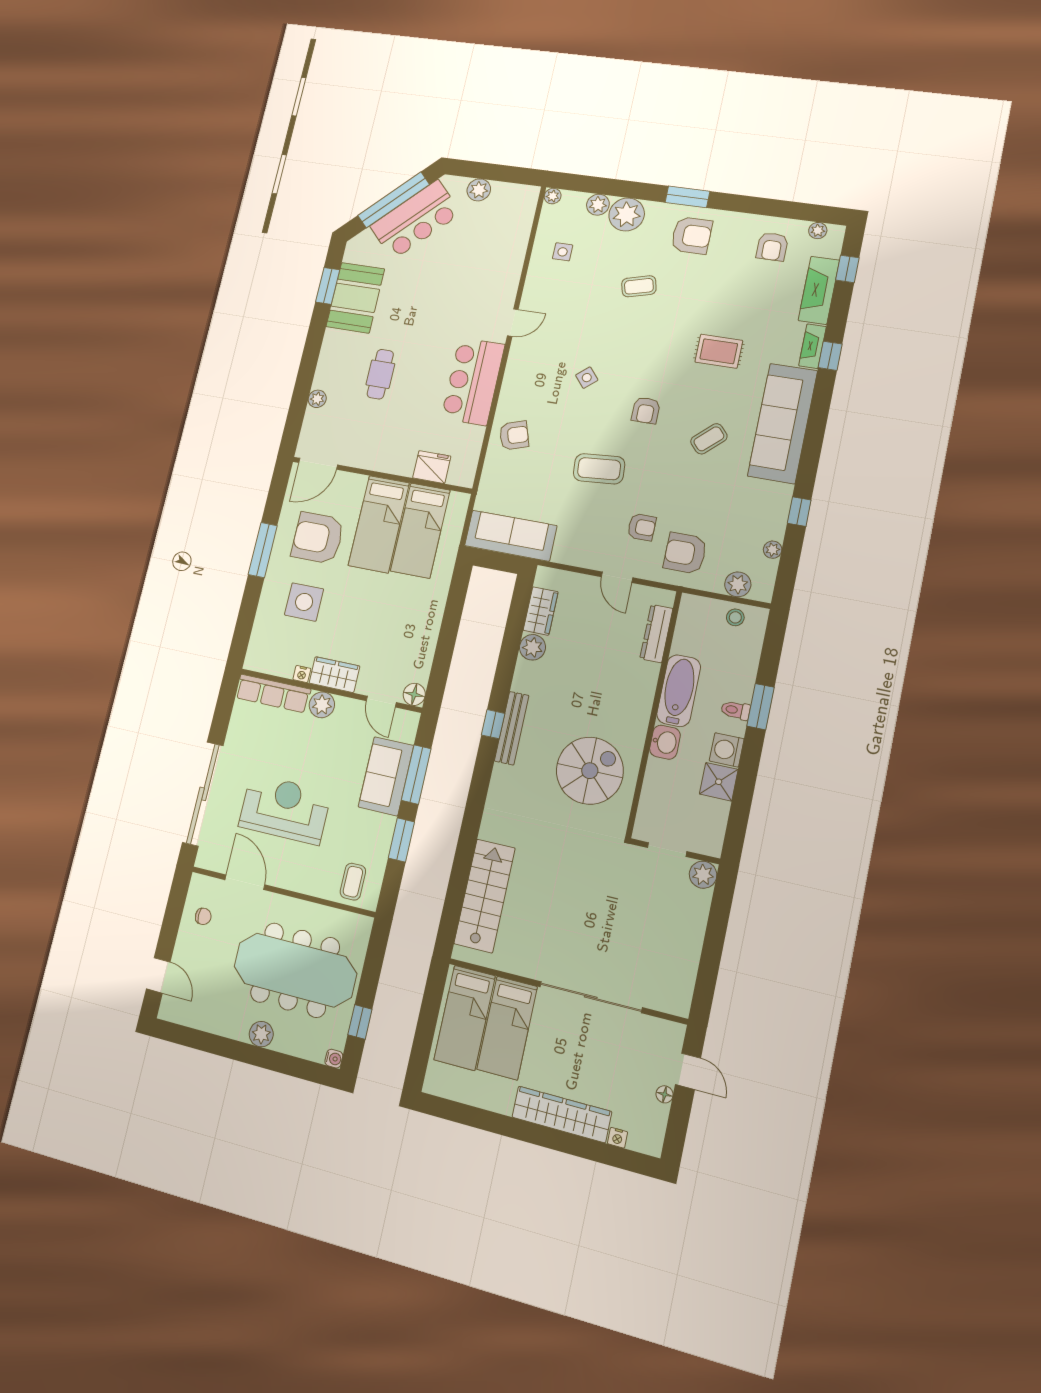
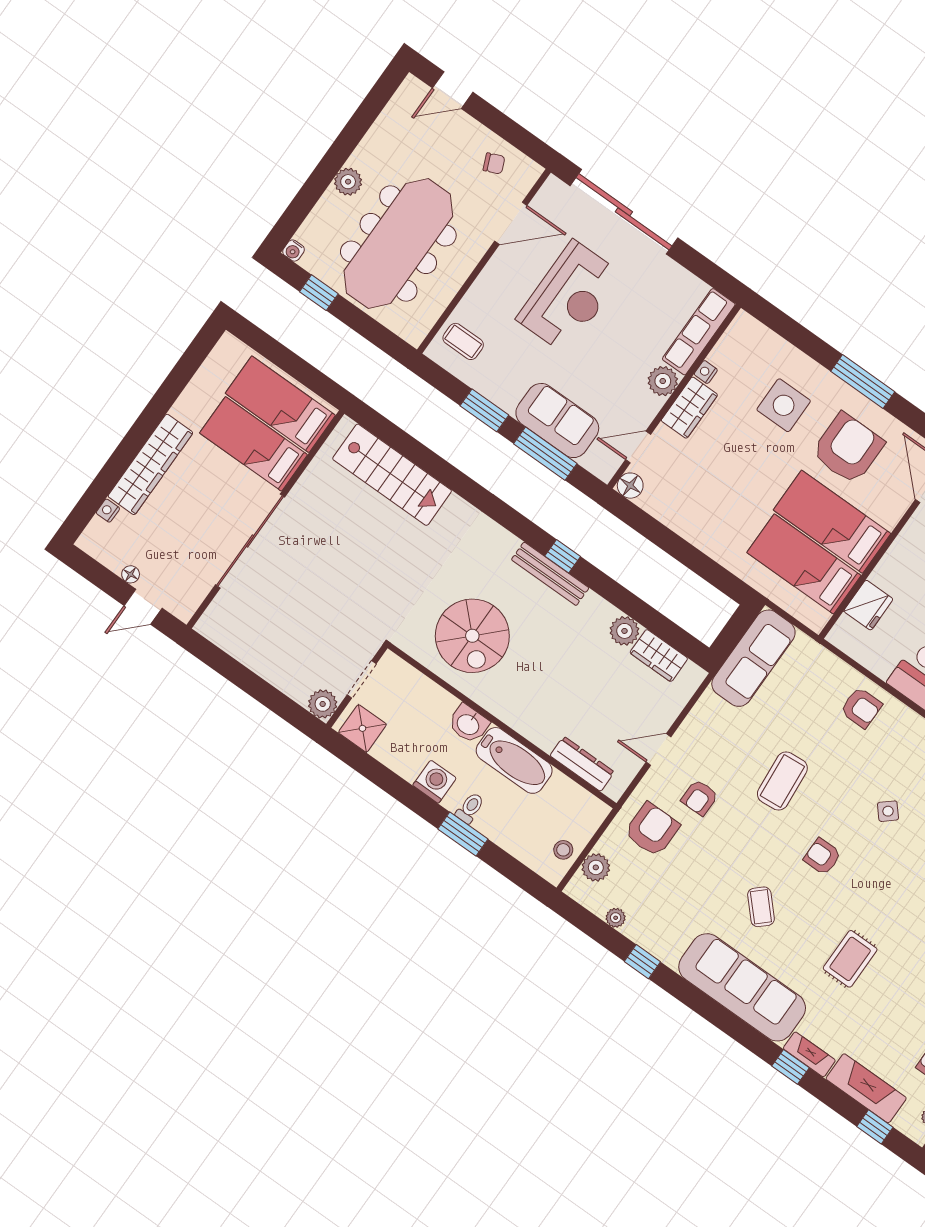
armchair: (514, 435) -> (861, 708), turned -72
shower: (719, 782) -> (362, 728), moved
chair: (203, 916) -> (494, 163), turned -113

